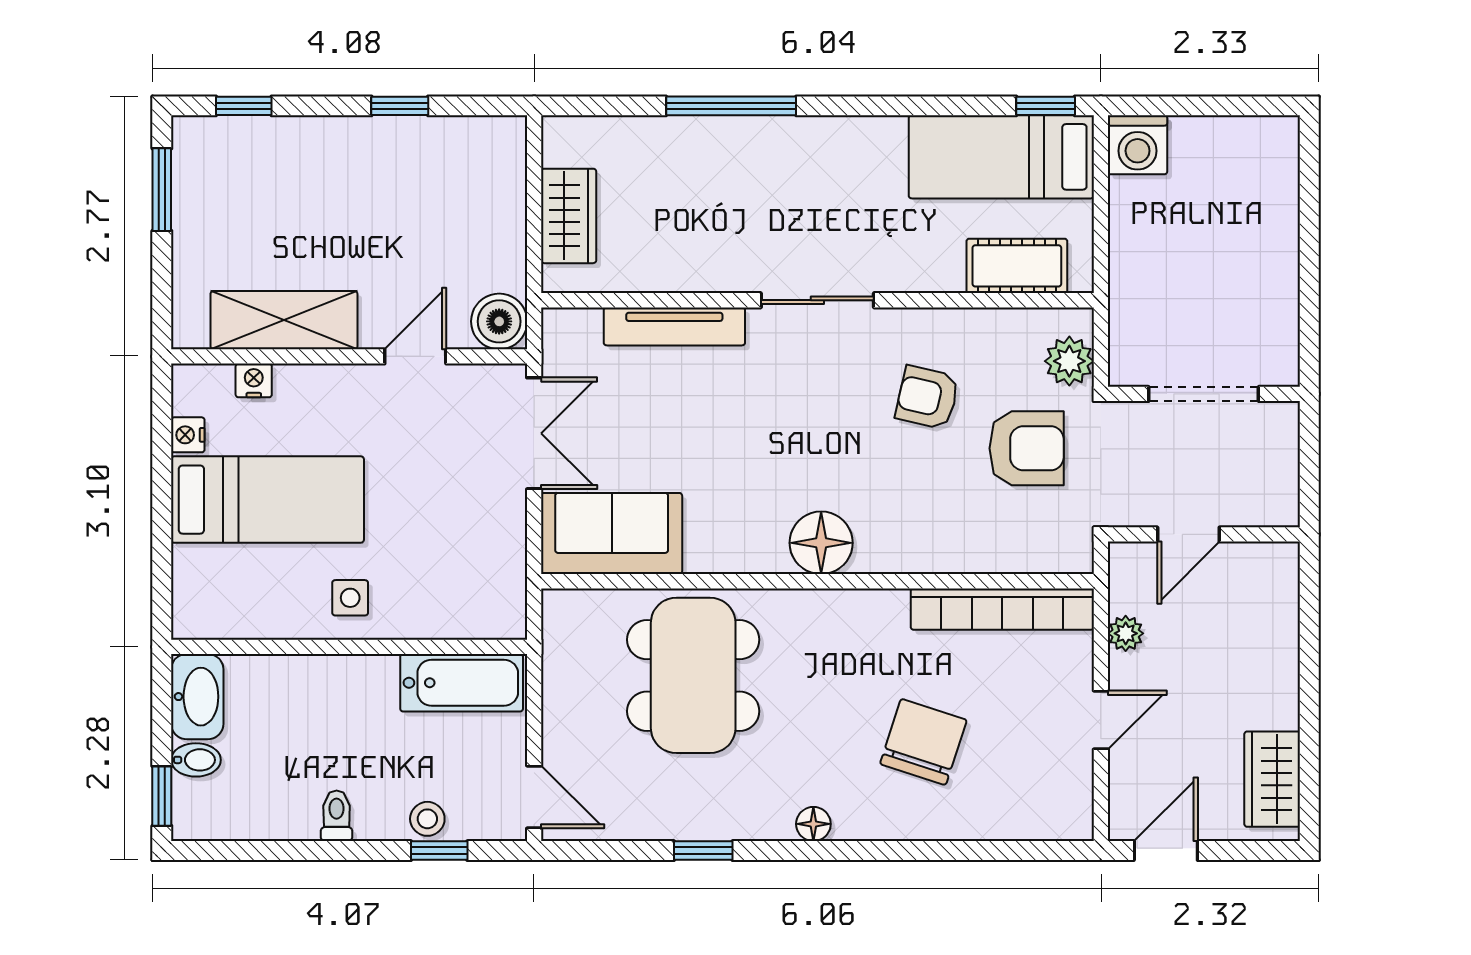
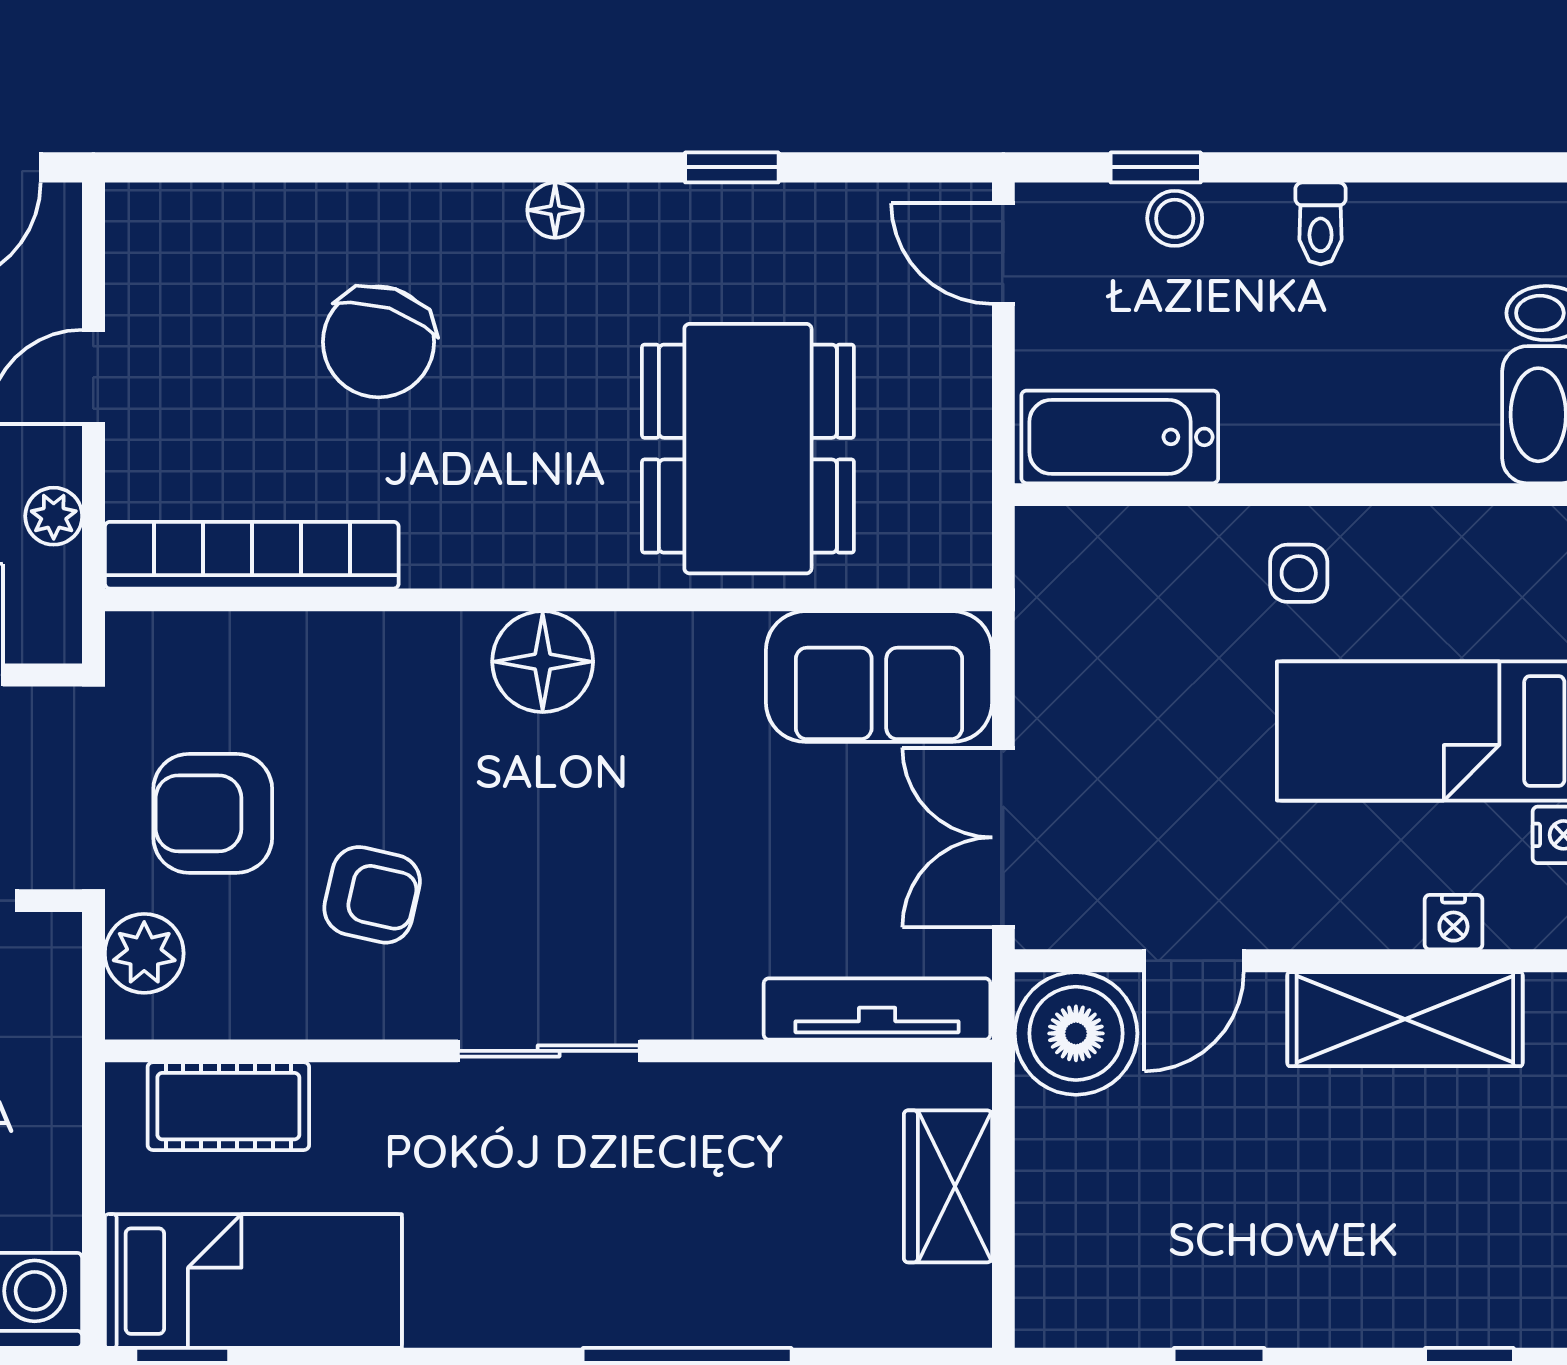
boiler: (499, 321) -> (1076, 1033), width x1.37, depth x1.37
tv unit: (674, 326) -> (877, 1009), moved

